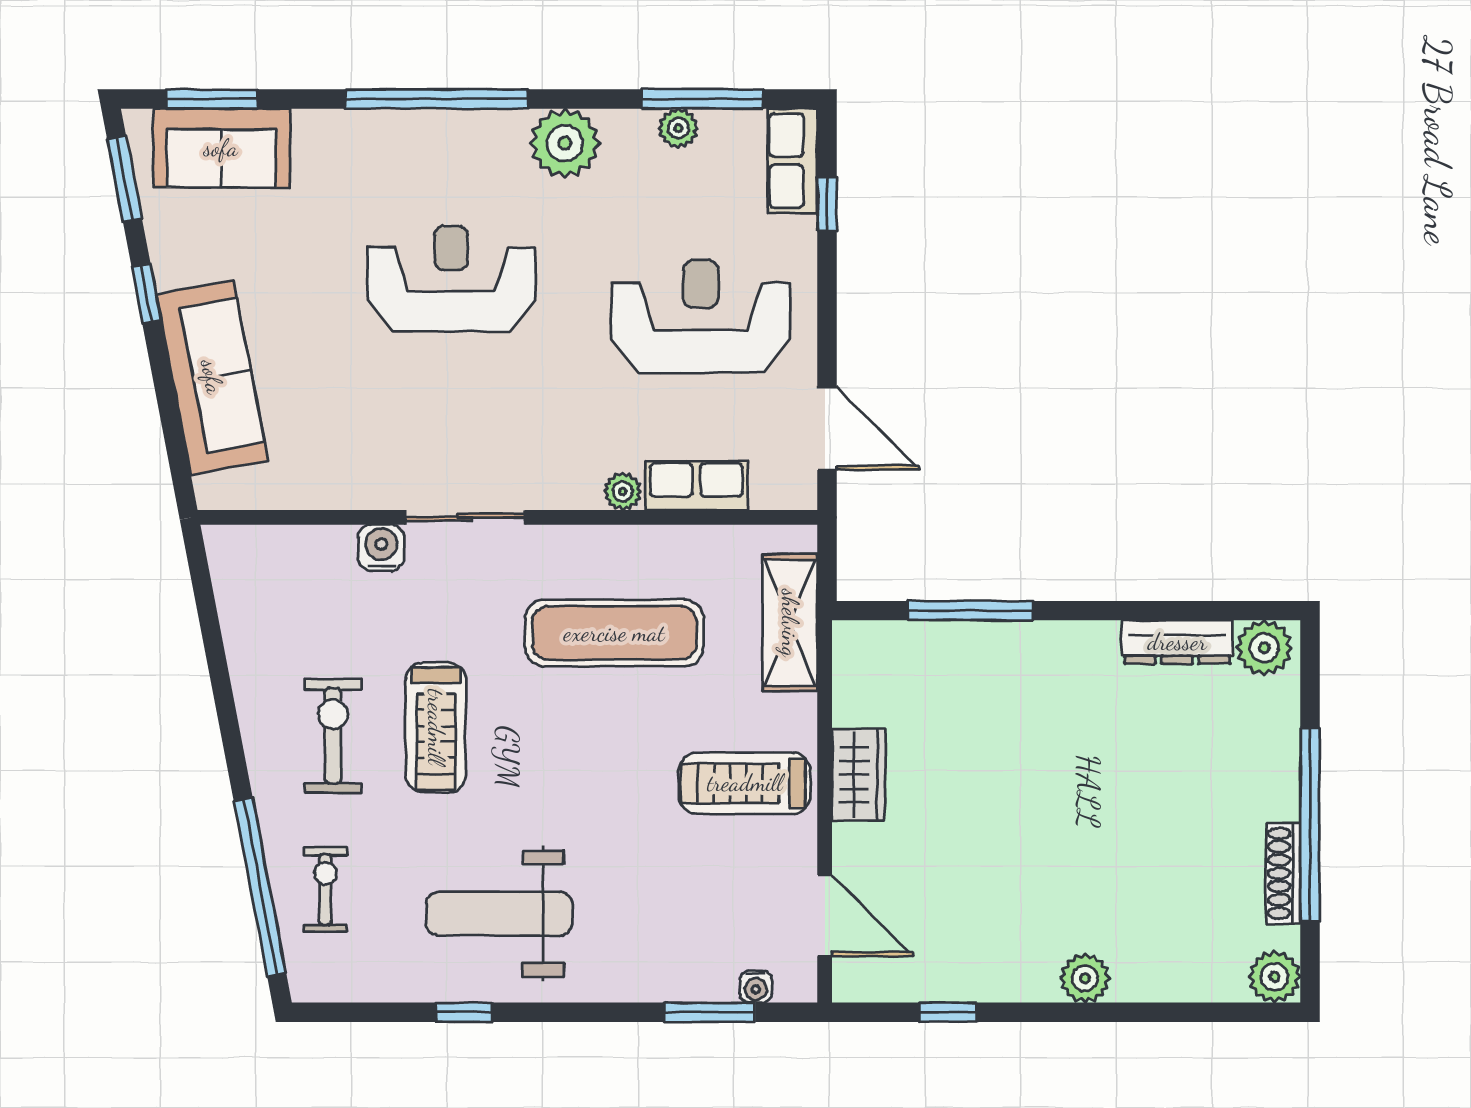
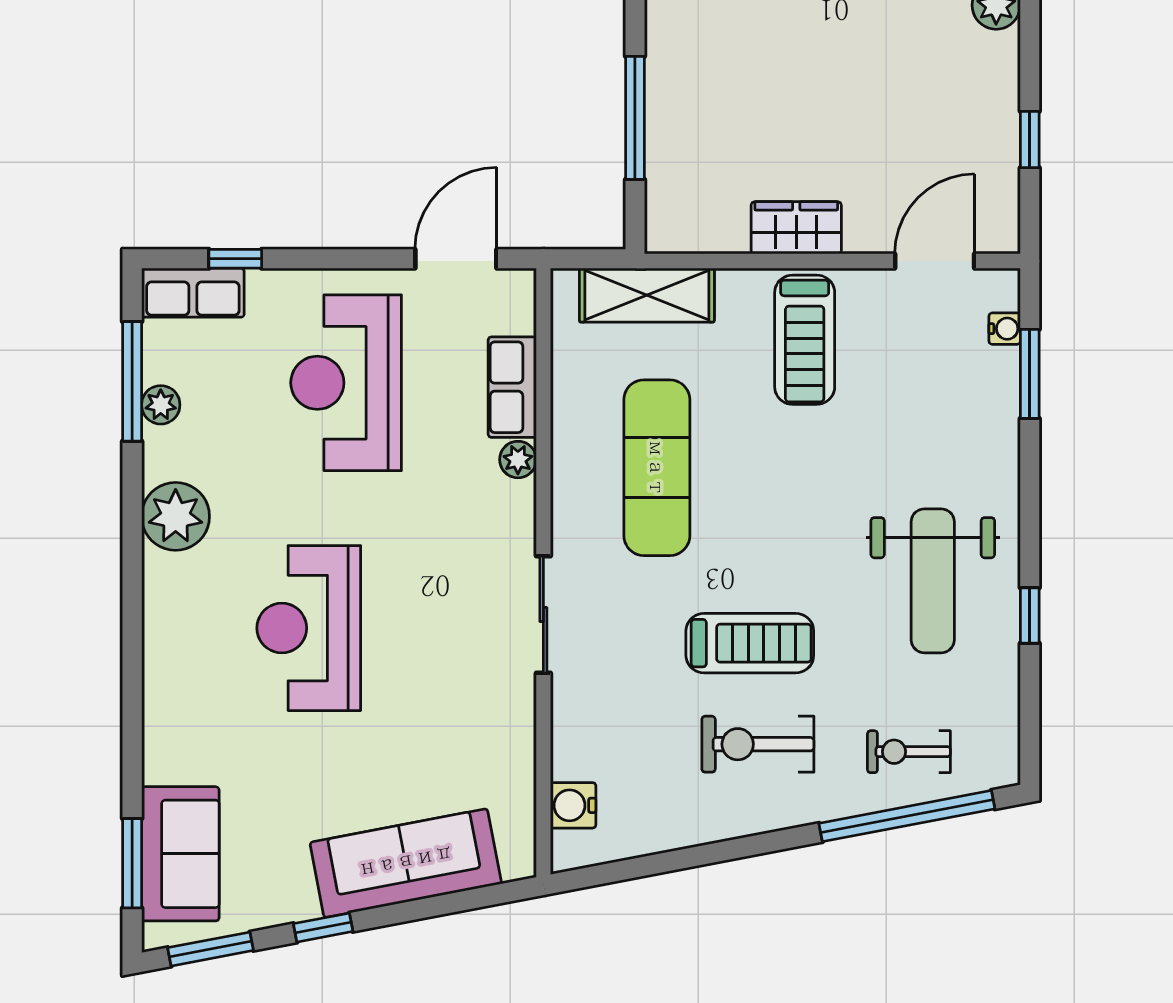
window: (436, 99) -> (132, 643), removed
water cooler: (381, 548) -> (573, 805), moved

